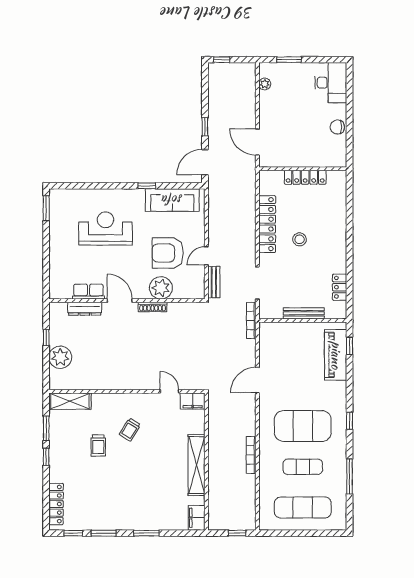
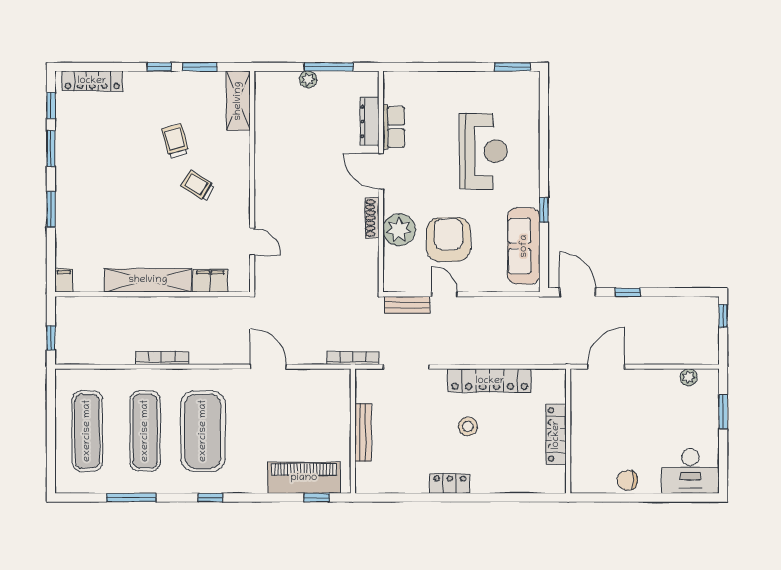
chair: (337, 127) -> (627, 480), turned -90
locker: (340, 287) -> (450, 484), moved
door: (120, 301) -> (381, 171), swing flipped
window: (46, 337) -> (329, 67), width x2.17
plant: (60, 357) -> (308, 79), width x0.53, depth x0.53
door: (169, 391) -> (252, 242), hinge flipped
filing cabinet: (193, 401) -> (210, 281), moved, turned 90
trolley: (98, 446) -> (175, 141), turned 75
exercise mat: (303, 467) -> (145, 431), width x1.36, depth x1.45
filing cabinet: (197, 518) -> (64, 280), width x0.50

